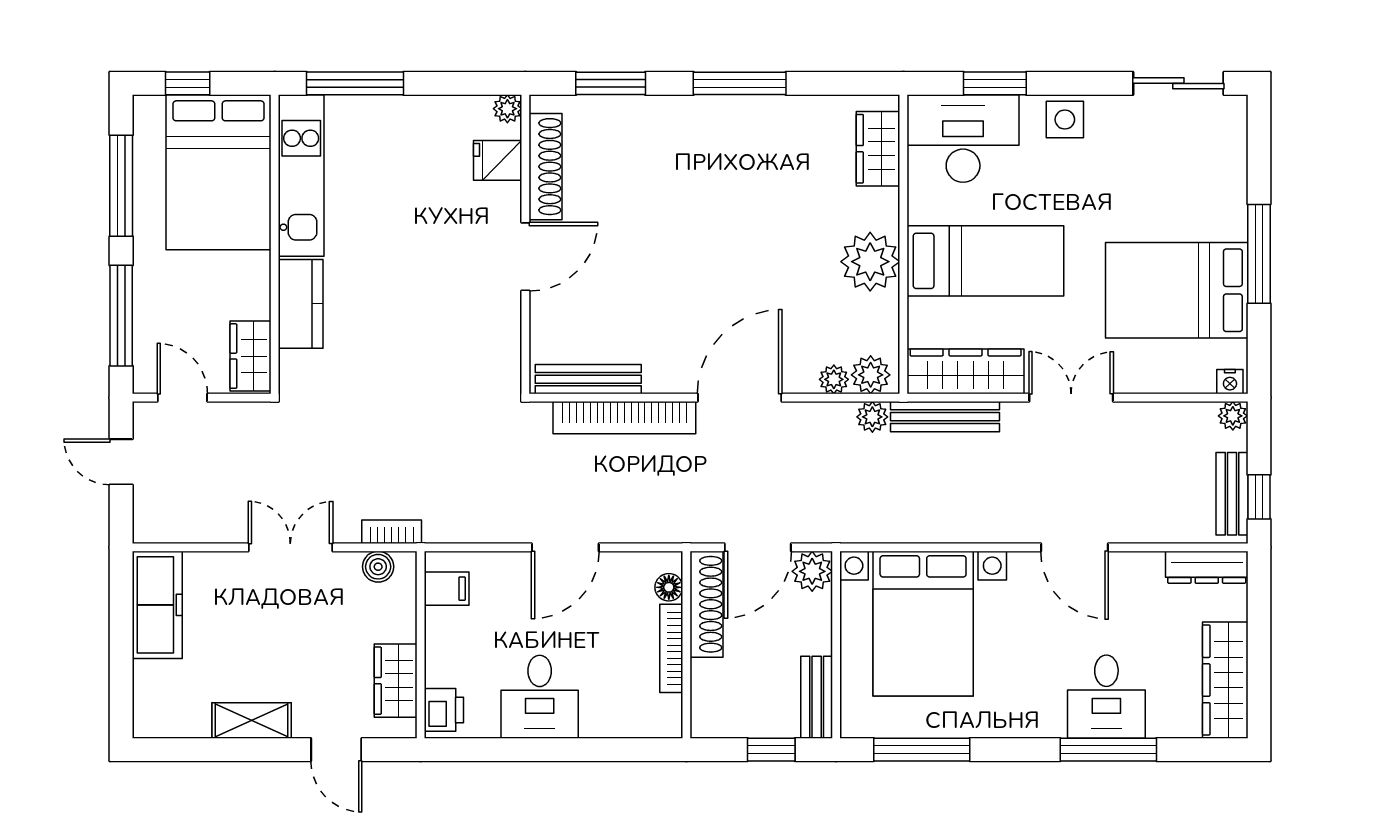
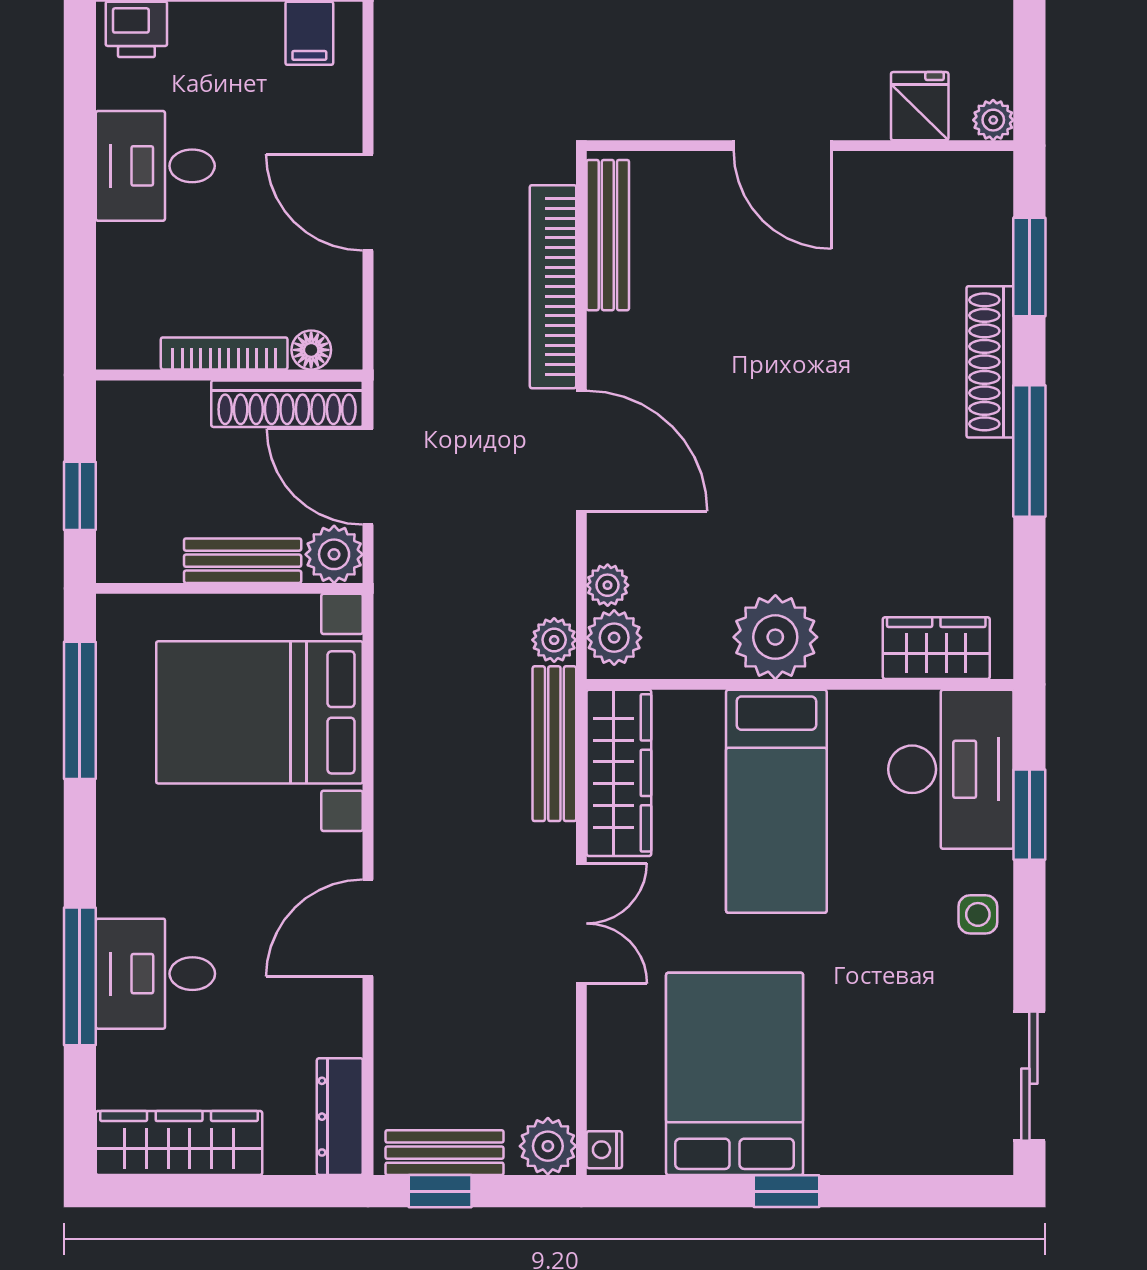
side table: (1065, 120) -> (978, 914), width x0.73, depth x0.73
shoe rack: (546, 167) -> (990, 362), moved, turned 90
window: (1259, 254) -> (786, 1191), width x0.46
plant: (1233, 416) -> (548, 1146), width x1.38, depth x1.38
bench: (817, 697) -> (243, 561), moved

